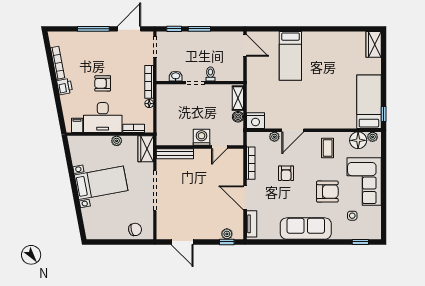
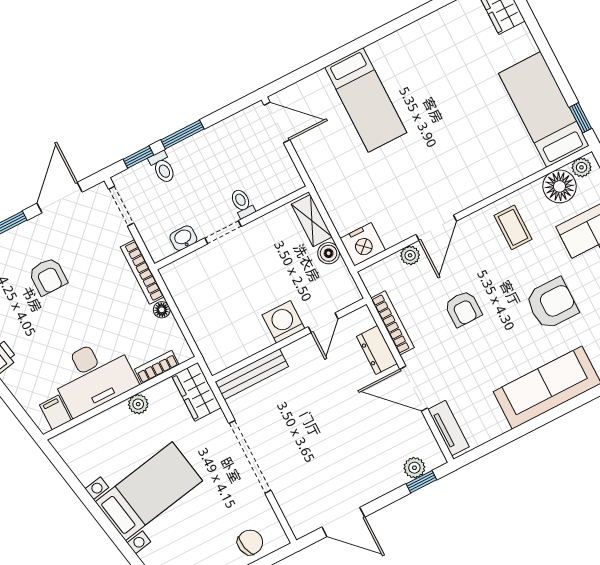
toilet: (183, 39) -> (162, 167), added
armchair: (103, 83) -> (48, 276), moved, turned -90
dresser: (237, 172) -> (377, 350), added

